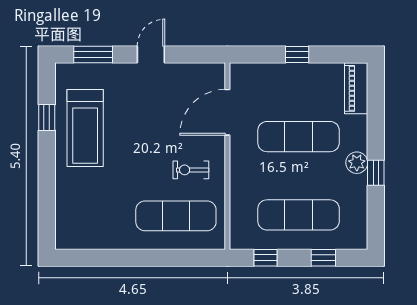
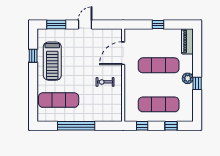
exercise mat: (176, 216) -> (59, 100), moved
window: (133, 258) -> (76, 126), added

